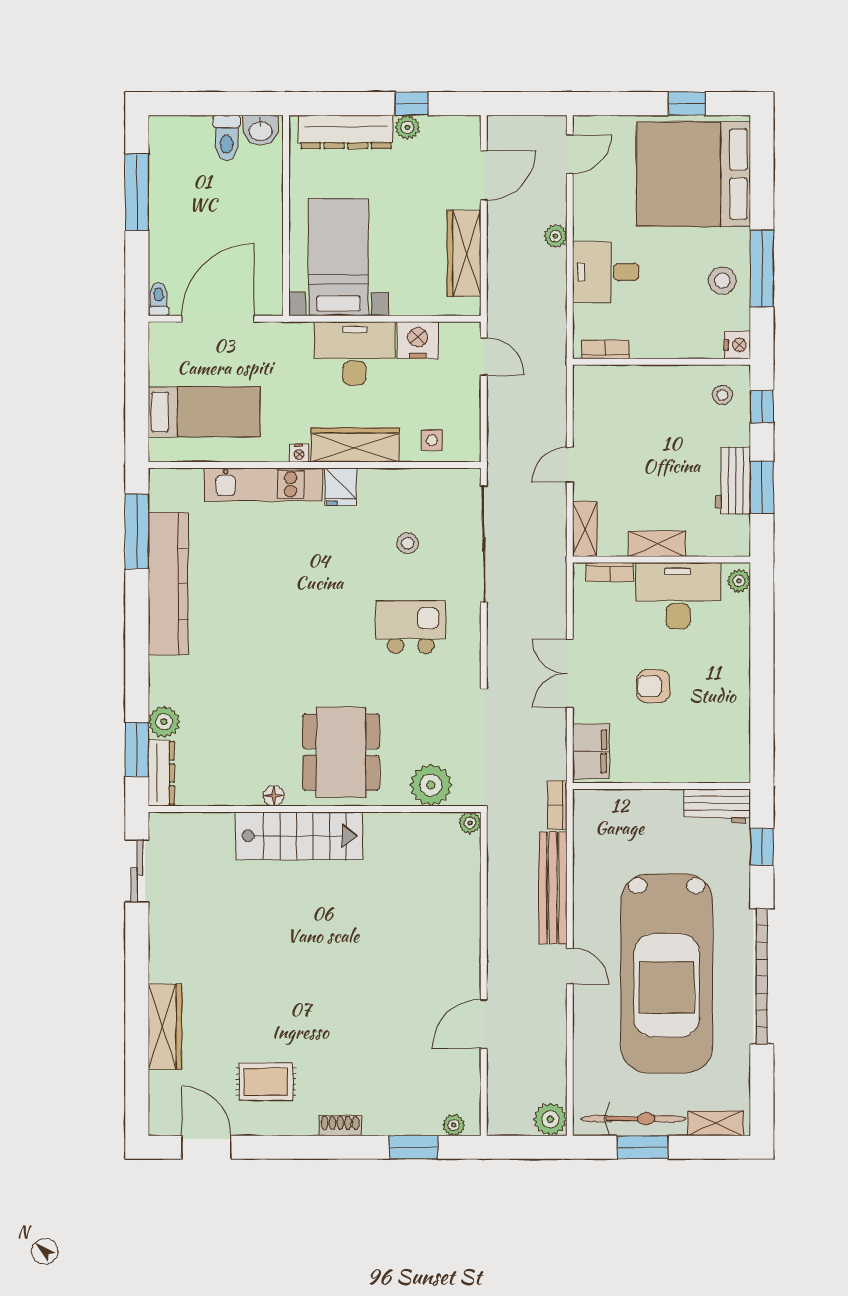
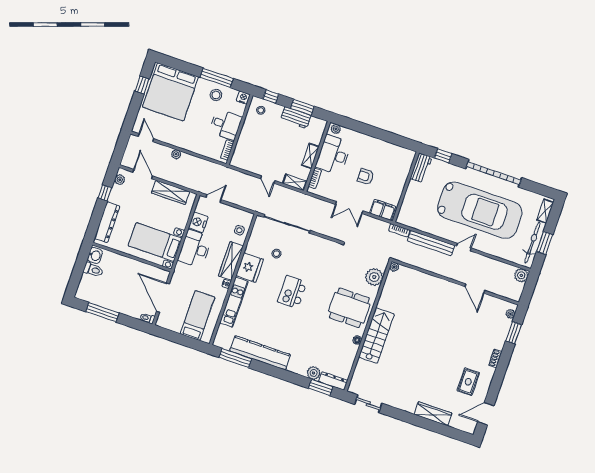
plant: (407, 127) -> (120, 180), moved
desk: (606, 272) -> (226, 125), moved, turned -90
fridge: (341, 487) -> (250, 268), width x1.88, depth x1.34
kitchen island: (411, 627) -> (292, 292), moved
armchair: (653, 686) -> (366, 177), turned 90

